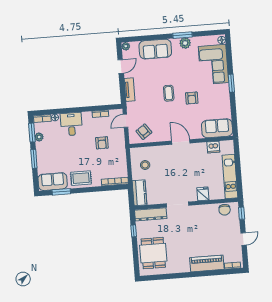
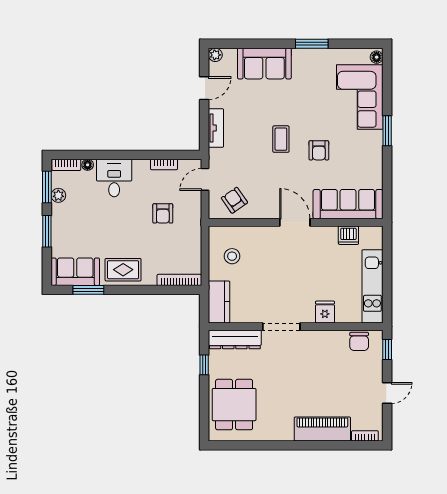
plant: (185, 43) -> (315, 57), removed
sofa: (217, 128) -> (348, 204), width x1.36

